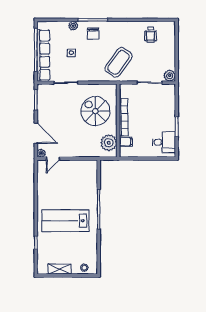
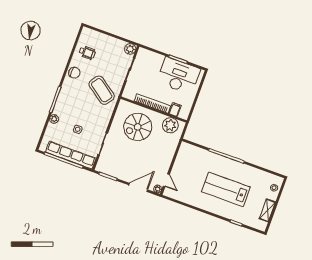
chair: (93, 34) -> (74, 73), moved
desk: (164, 142) -> (179, 76), width x1.87, depth x1.30
lab bench: (65, 221) -> (226, 189), turned 90

